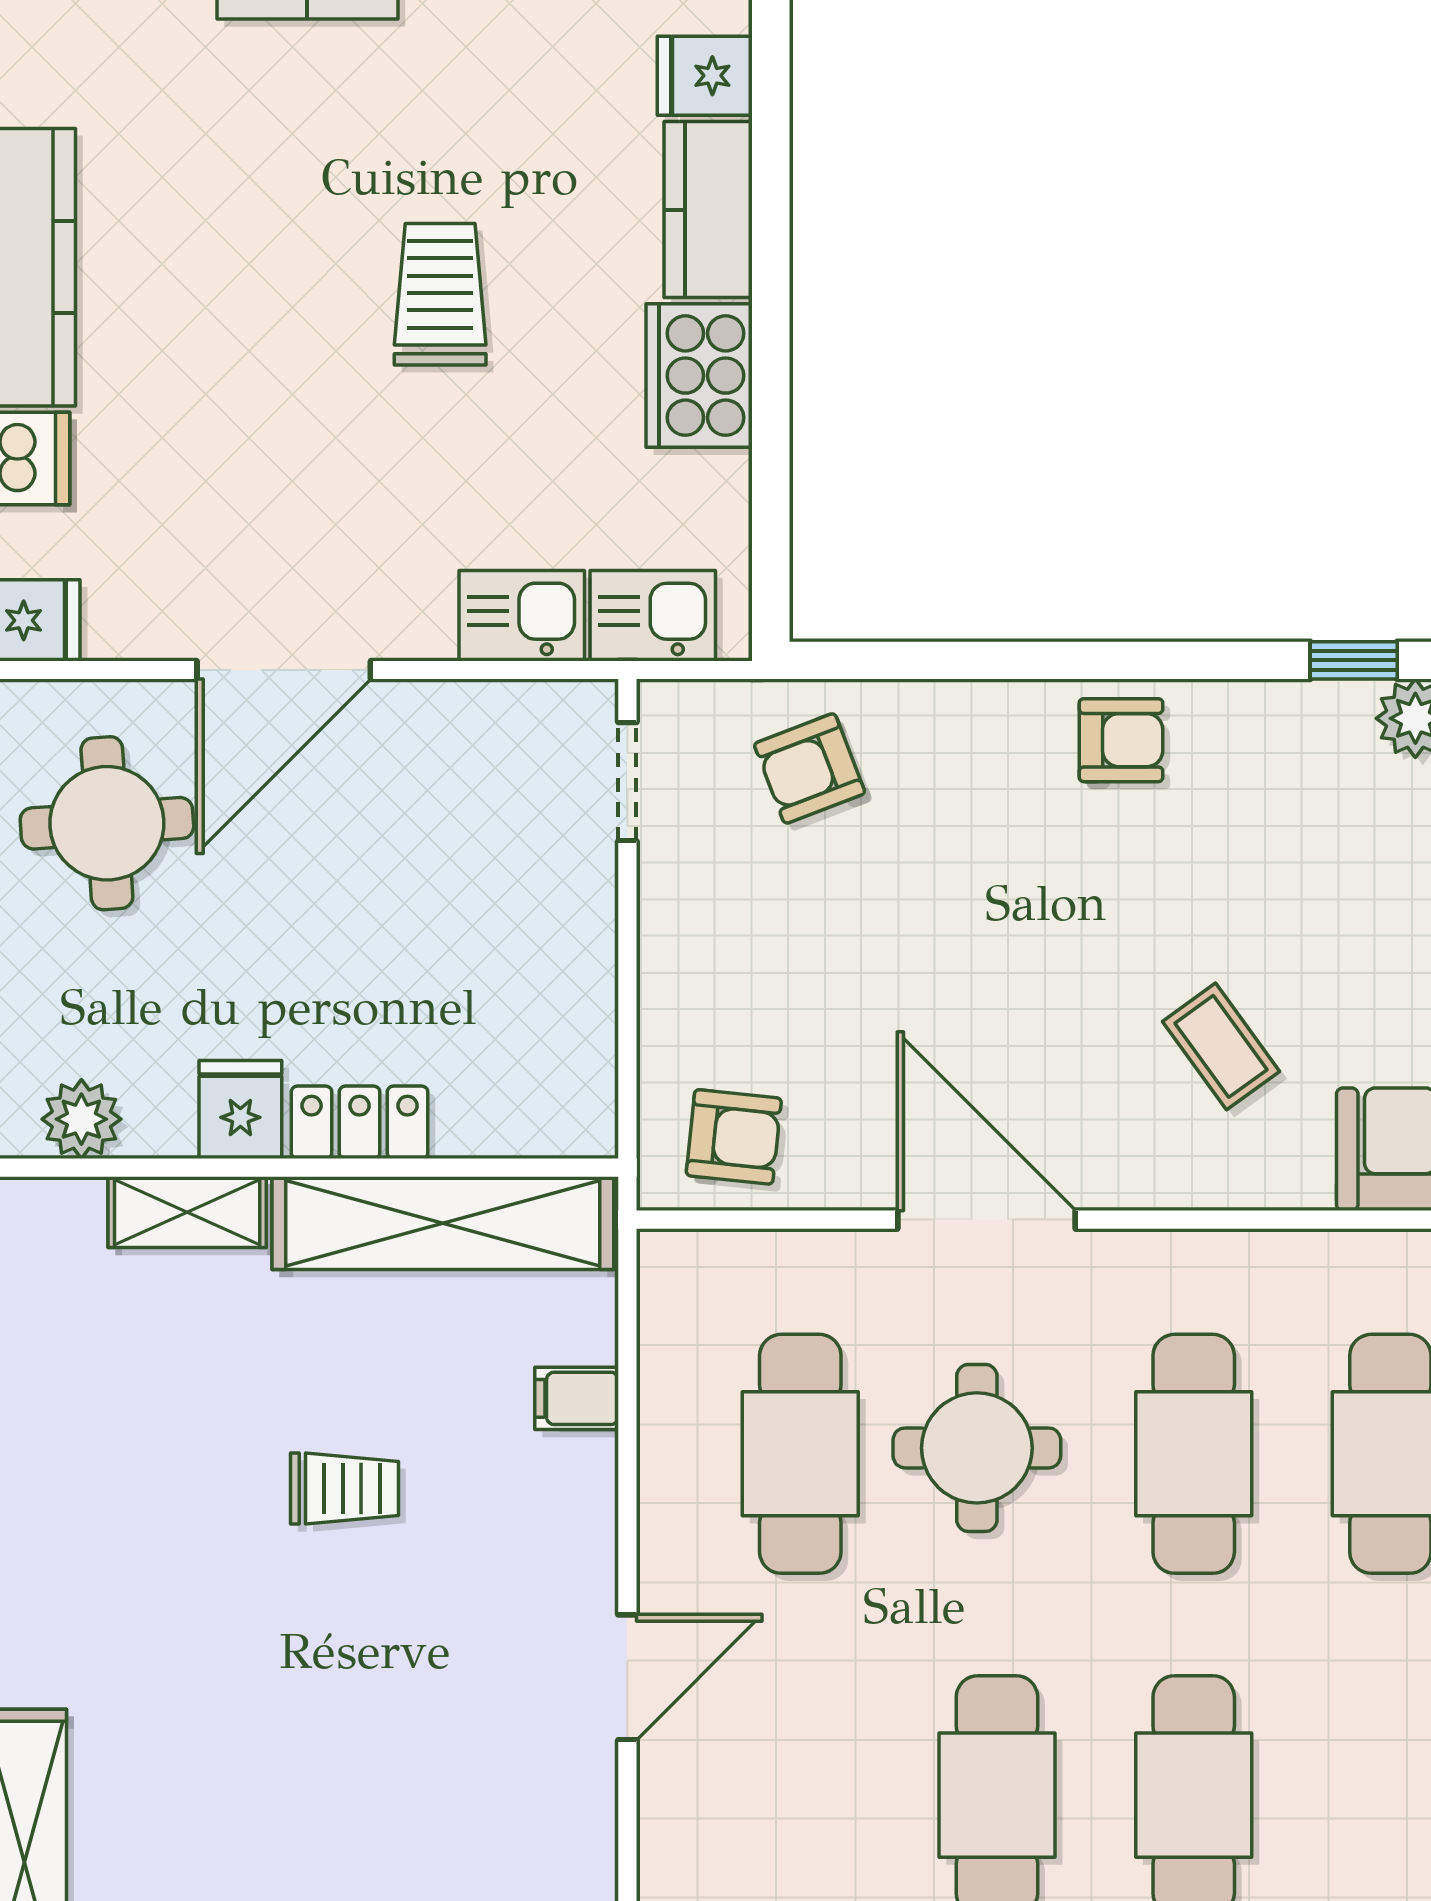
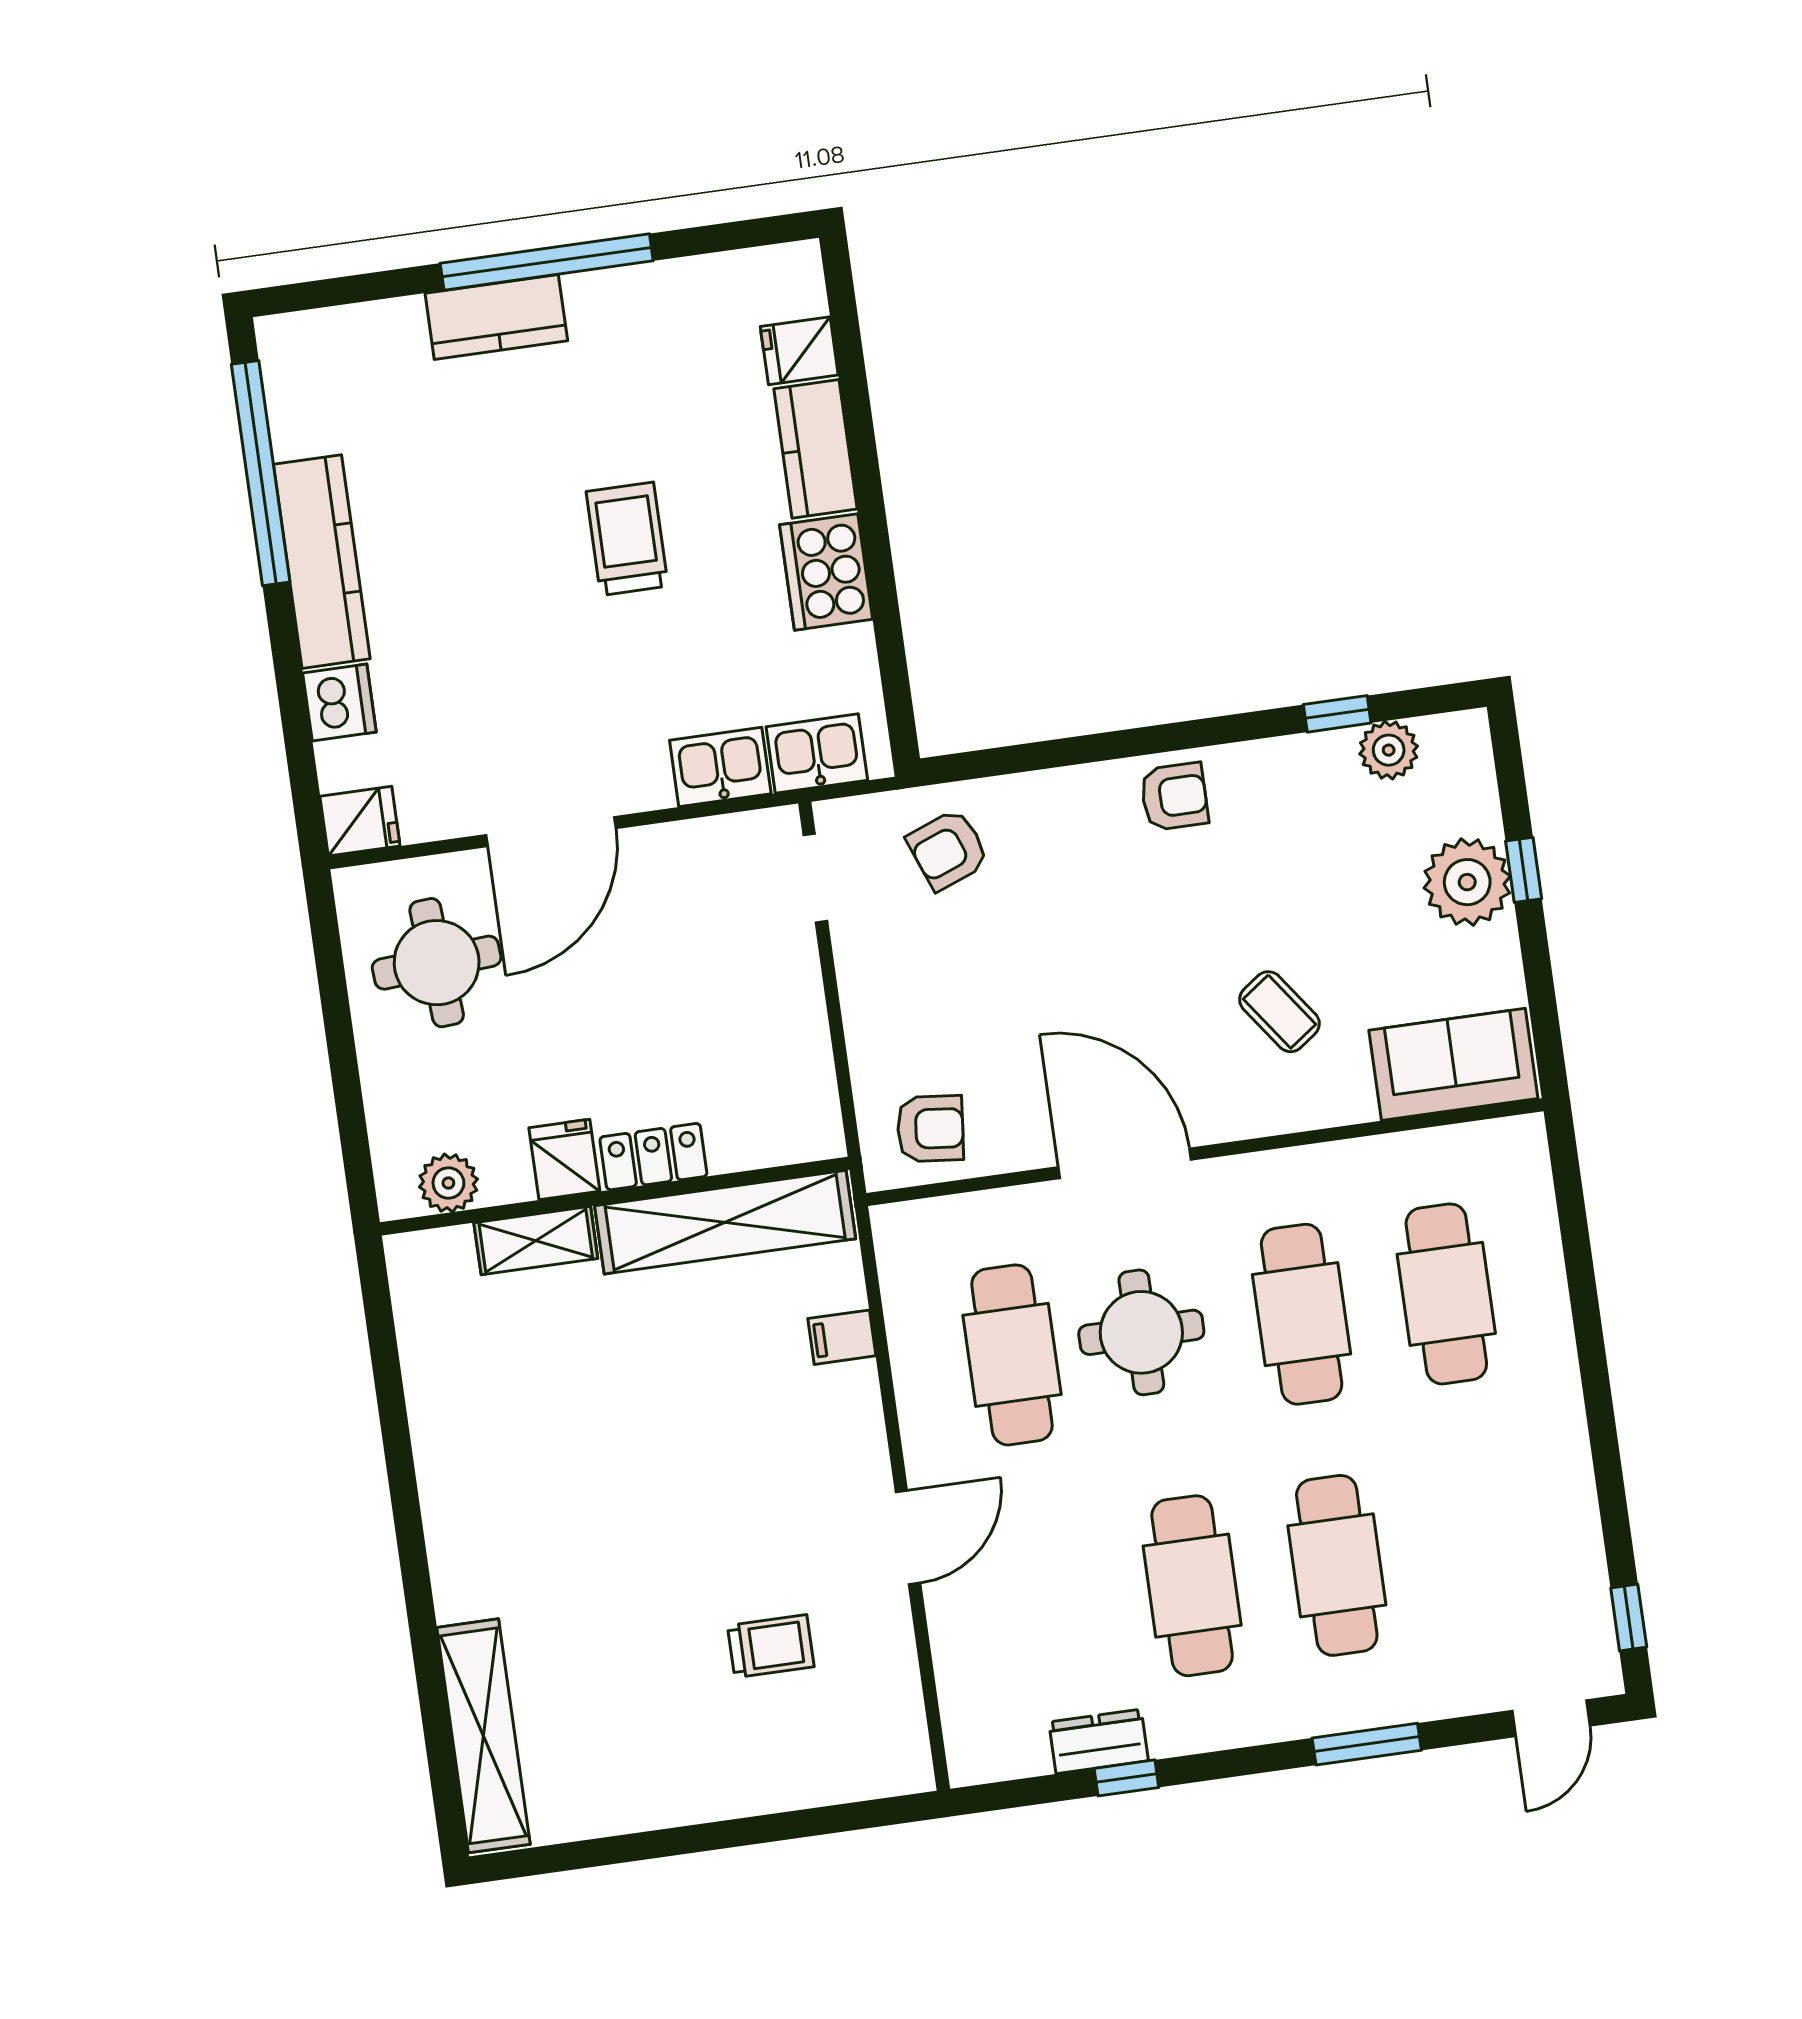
trolley: (344, 1489) -> (771, 1646), moved

